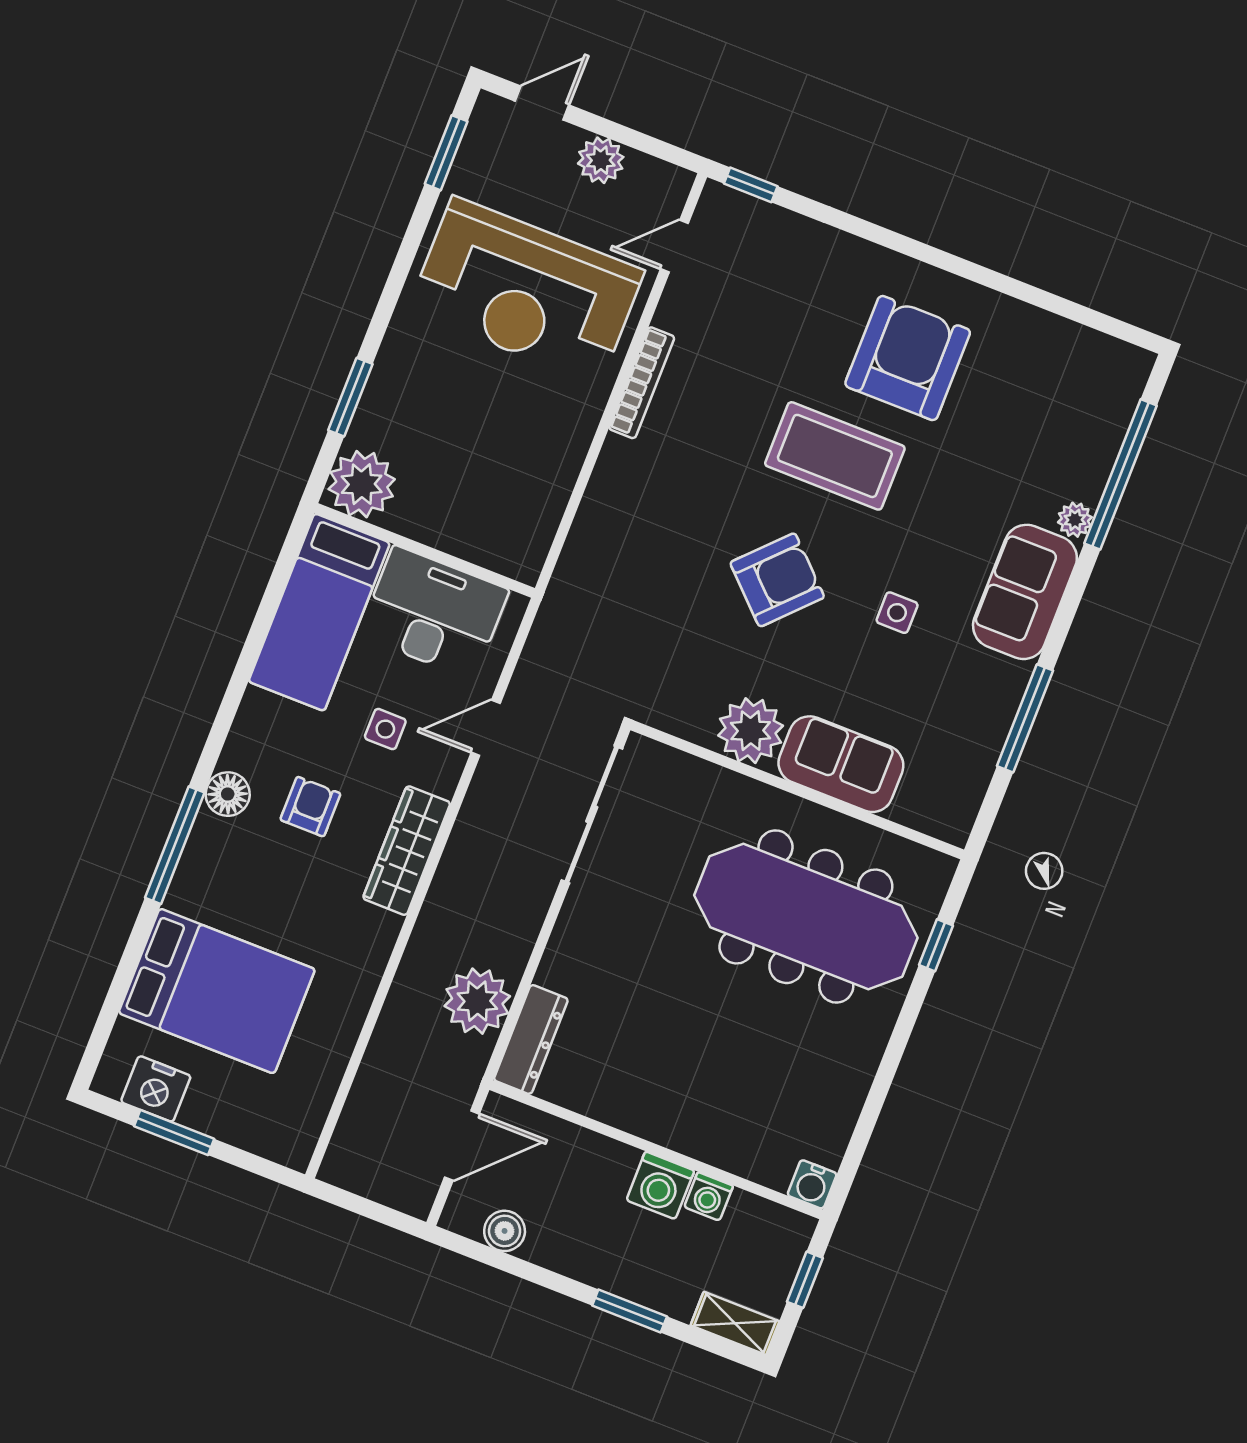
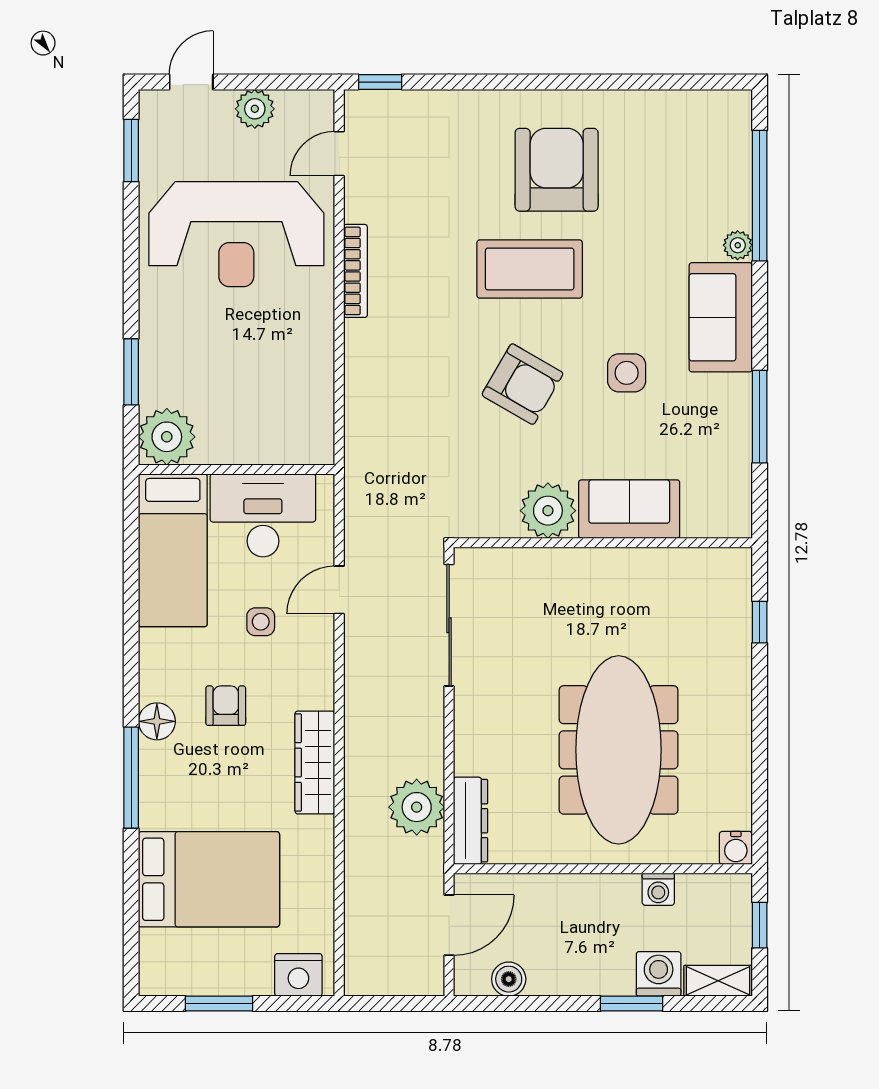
armchair: (777, 580) -> (522, 384), turned 76
side table: (897, 613) -> (627, 373), width x1.37, depth x1.37
wardrobe: (407, 851) -> (315, 762), moved
meeting table: (806, 916) -> (619, 750), moved, turned 90
nightstand: (156, 1089) -> (298, 975), moved
washing machine: (660, 1185) -> (659, 974), moved, turned 180

